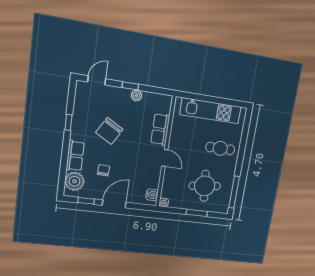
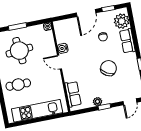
row of seats: (160, 129) -> (73, 94), moved
water cooler: (152, 195) -> (63, 48), moved

